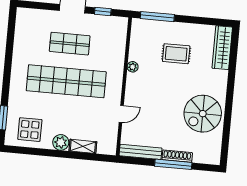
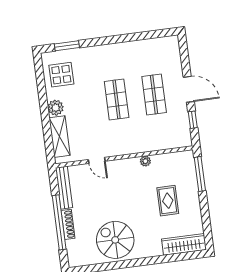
shop shelf: (66, 81) -> (117, 99), width x0.50, depth x0.74
shelving: (83, 146) -> (59, 137), width x1.50, depth x1.33
window: (173, 164) -> (59, 222), width x1.46

